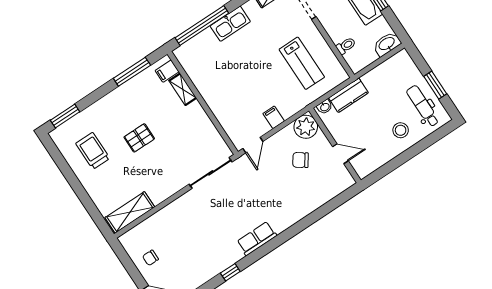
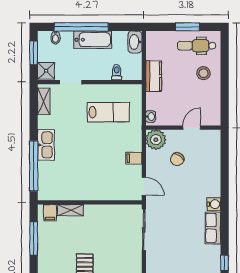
kitchen counter: (348, 95) -> (154, 76), moved
water cooler: (280, 224) -> (214, 204), added

